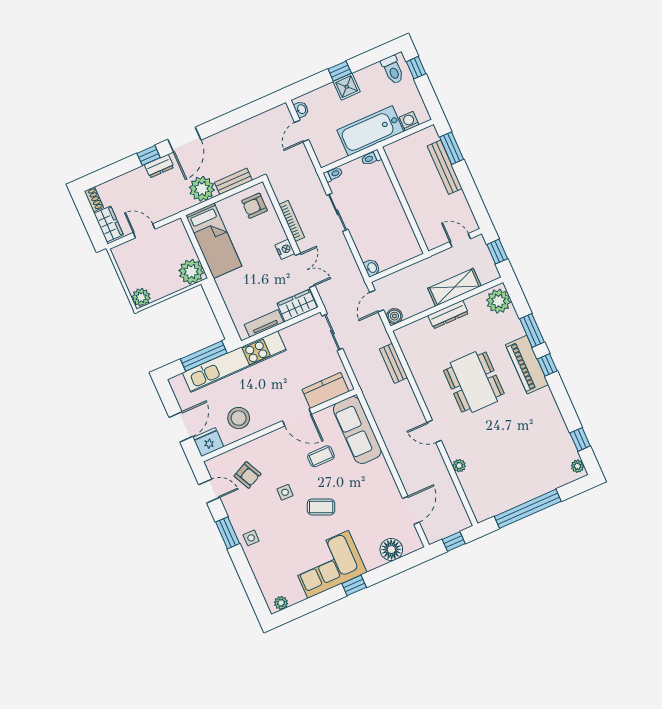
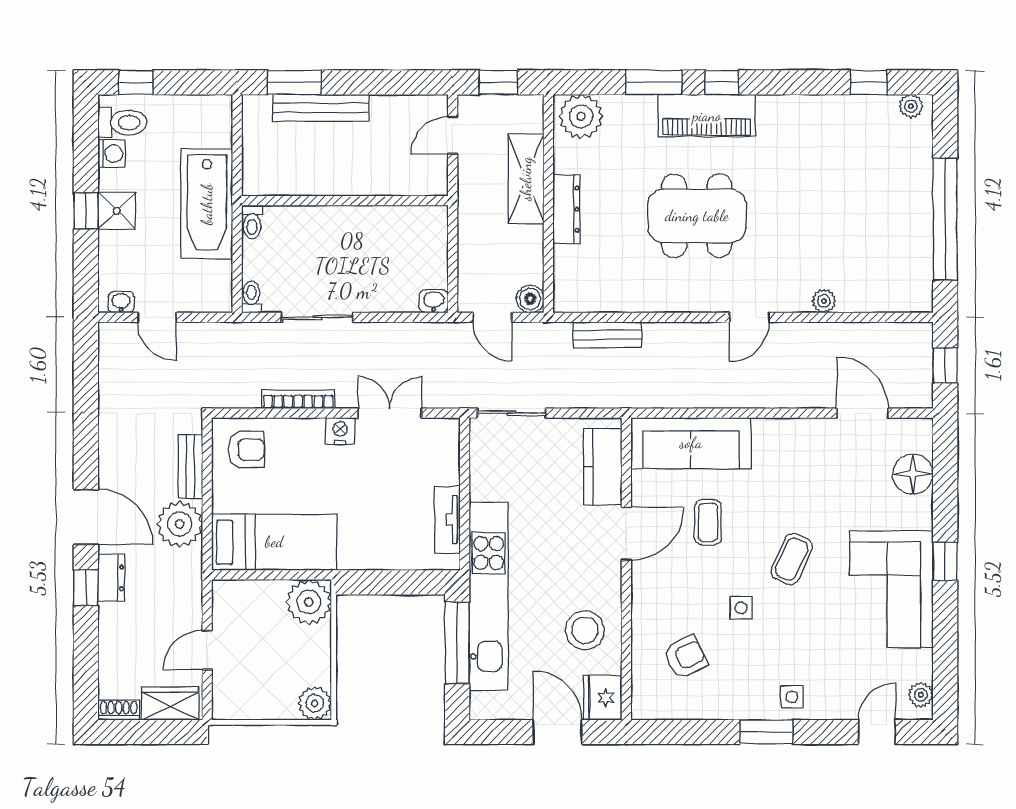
washing machine: (409, 121) -> (112, 153), moved, turned 180
armchair: (254, 206) -> (246, 450), turned -90
wardrobe: (297, 305) -> (442, 452), removed
door: (209, 491) -> (877, 732), moved

